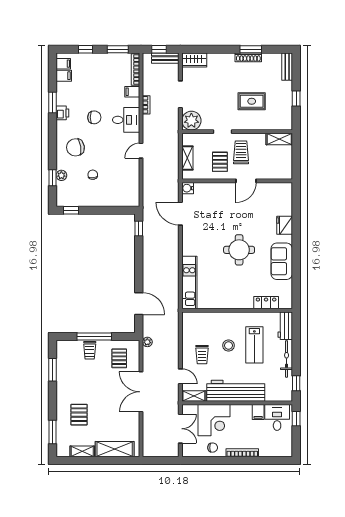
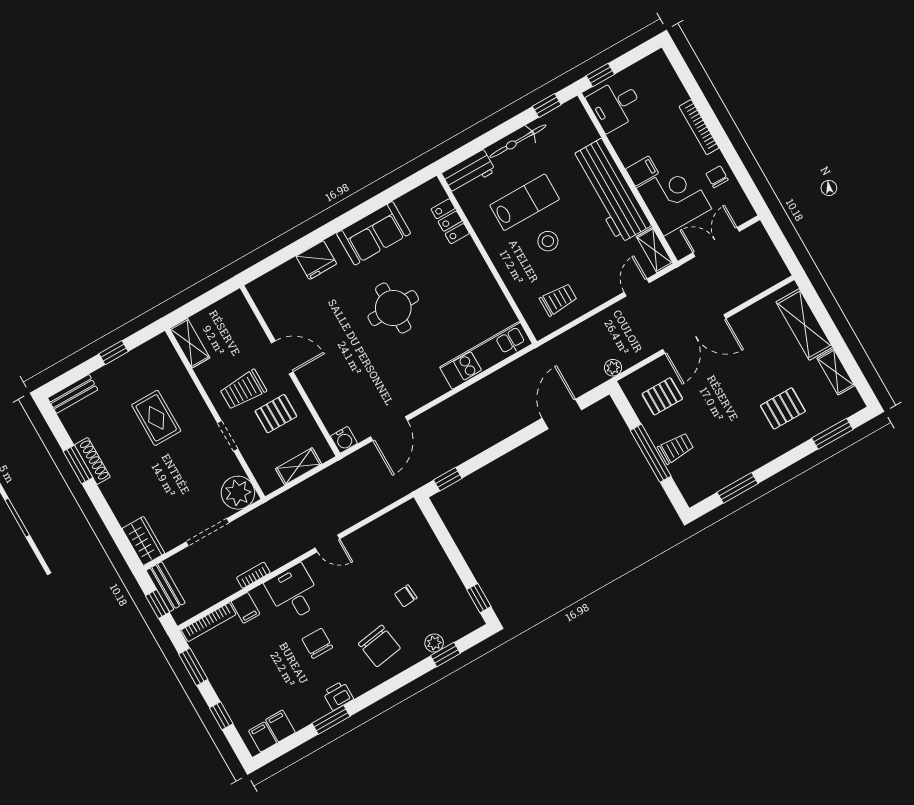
trolley: (202, 355) -> (558, 300), moved
filing cabinet: (258, 412) -> (642, 171), moved

